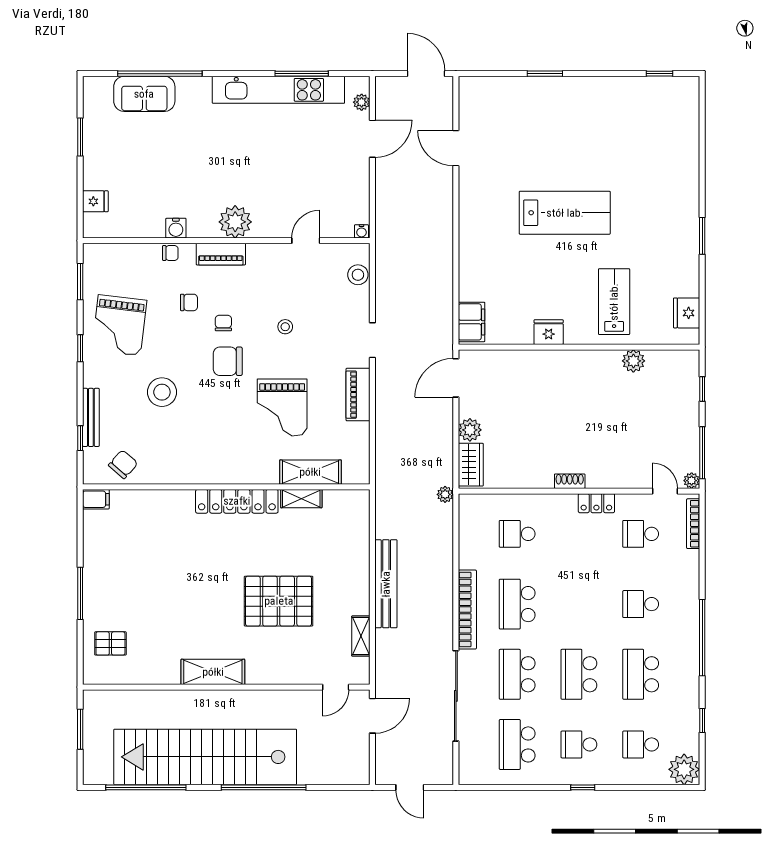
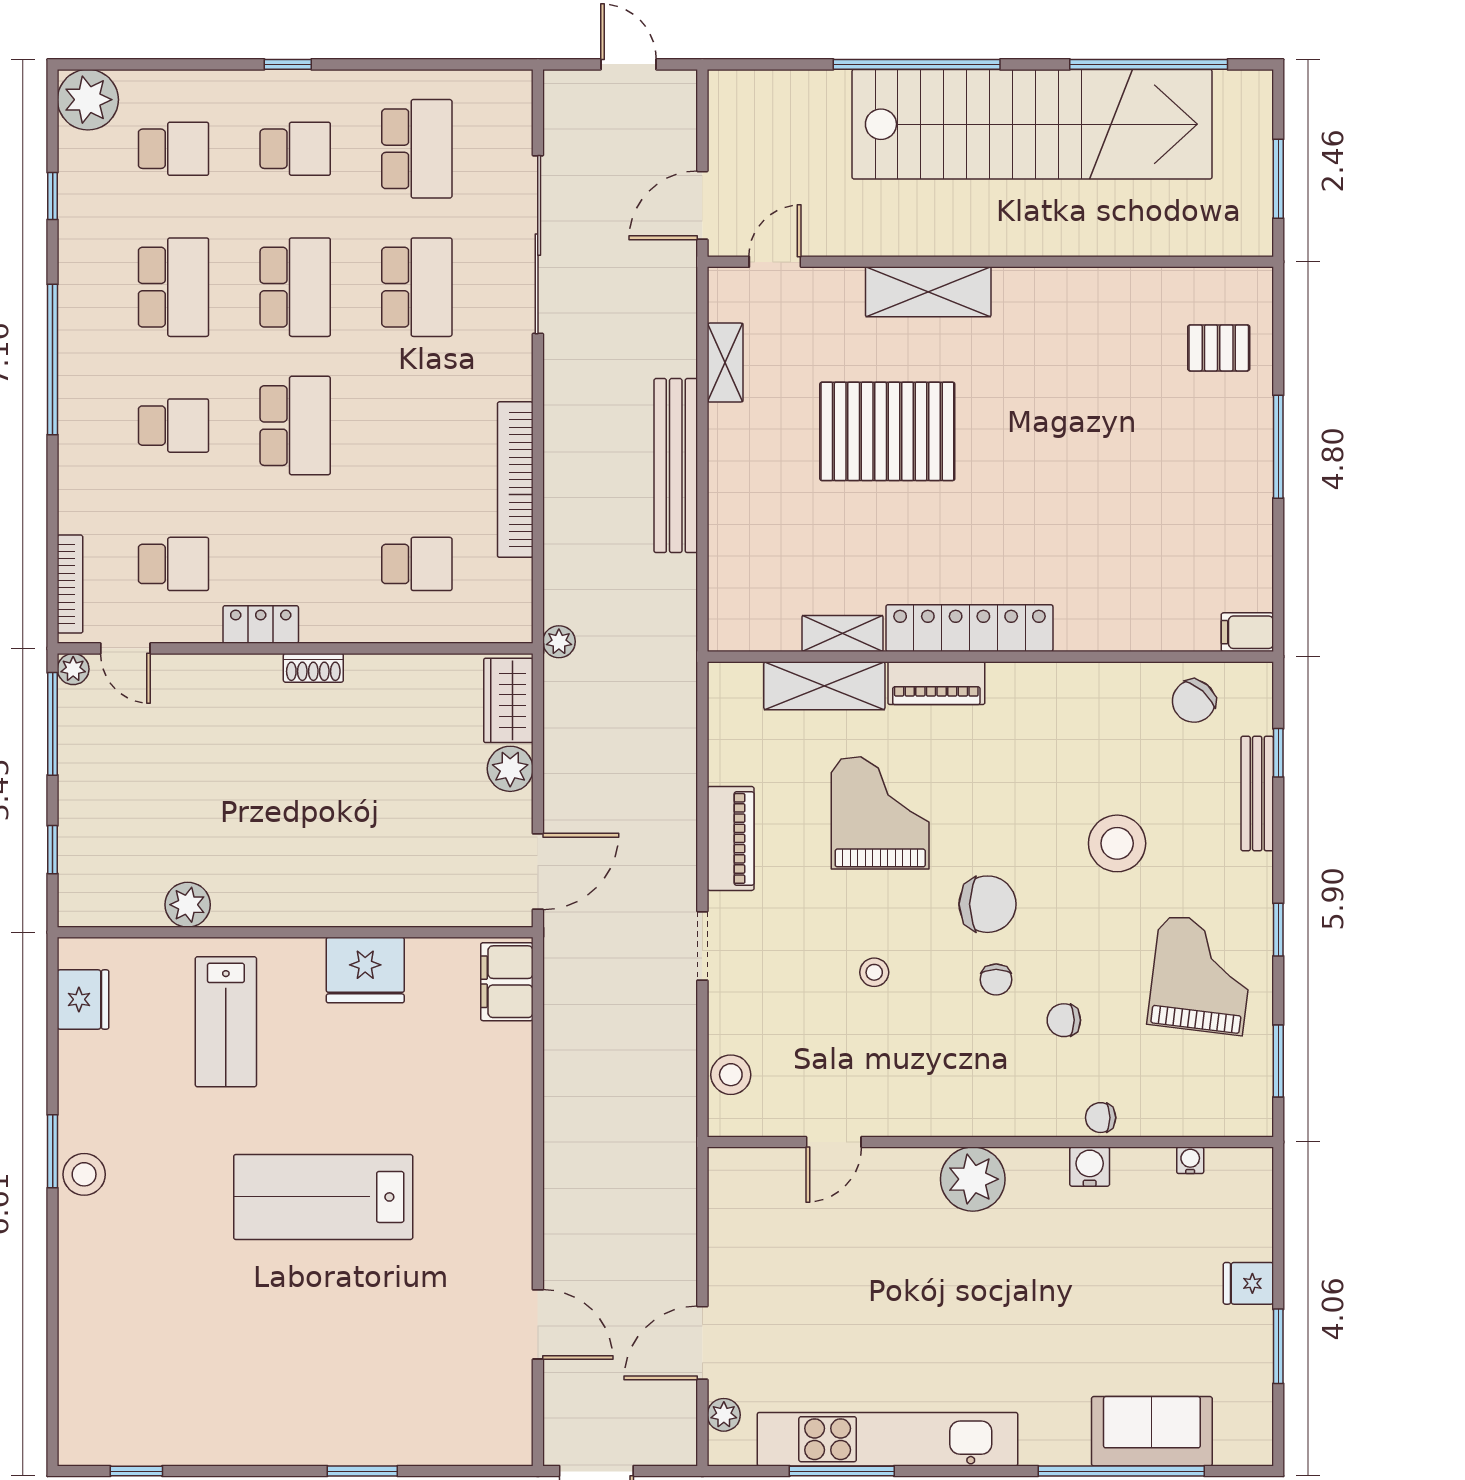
fridge: (95, 201) -> (1248, 1283), moved
stool: (686, 224) -> (84, 1174), added
water cooler: (361, 231) -> (1190, 1160), moved
piano: (221, 254) -> (936, 683), moved, turned 180
fridge: (549, 332) -> (365, 970), width x1.36, depth x1.34
school desk: (517, 604) -> (295, 426), moved
bookcase: (467, 610) -> (515, 480), moved
shelving: (213, 672) -> (928, 292), moved

